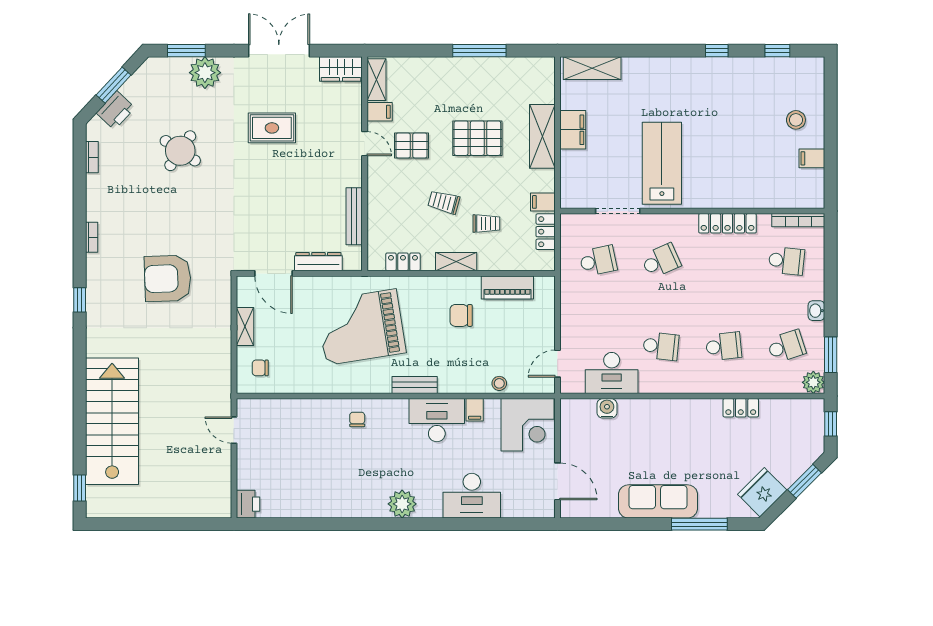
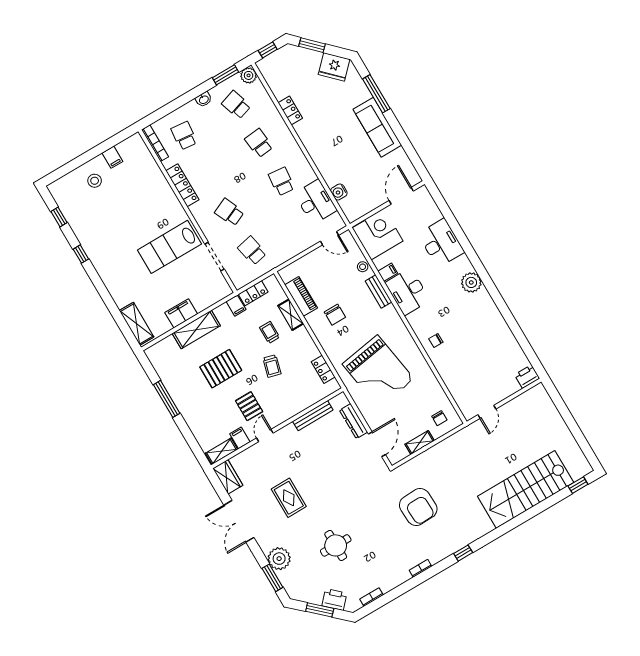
pallet: (477, 138) -> (221, 369), turned 90
round table: (180, 151) -> (336, 545), turned -34
shelving: (456, 262) -> (291, 315), moved
bench: (415, 385) -> (379, 292), moved

